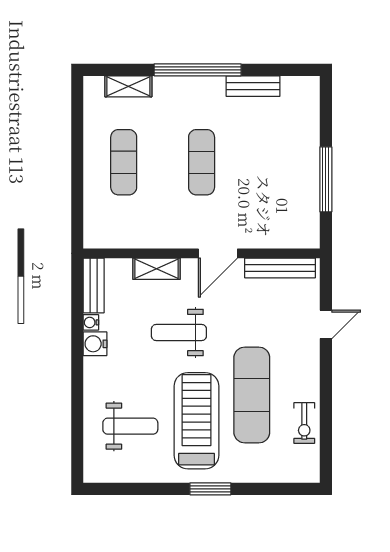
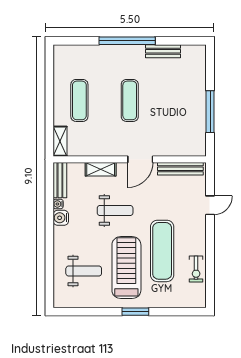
shelving: (128, 86) -> (60, 141), moved, turned 90
weight bench: (179, 333) -> (115, 211), turned 180

